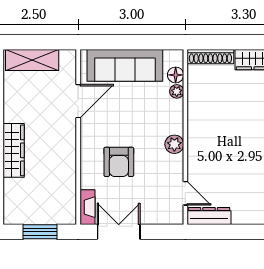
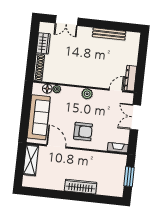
shelving: (32, 60) -> (31, 160), moved
armchair: (119, 162) -> (83, 131), moved
double door: (119, 232) -> (135, 117), moved

